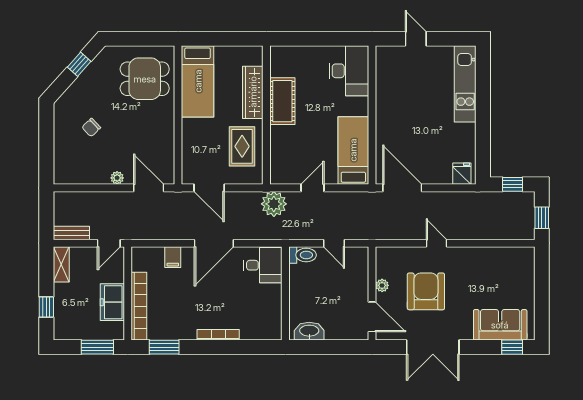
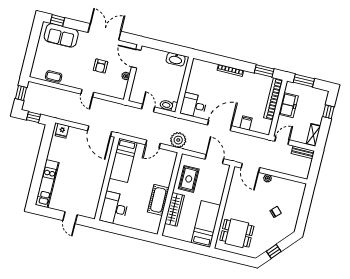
coffee table: (496, 257) -> (54, 76), added
armchair: (426, 291) -> (100, 66), width x0.53, depth x0.53

